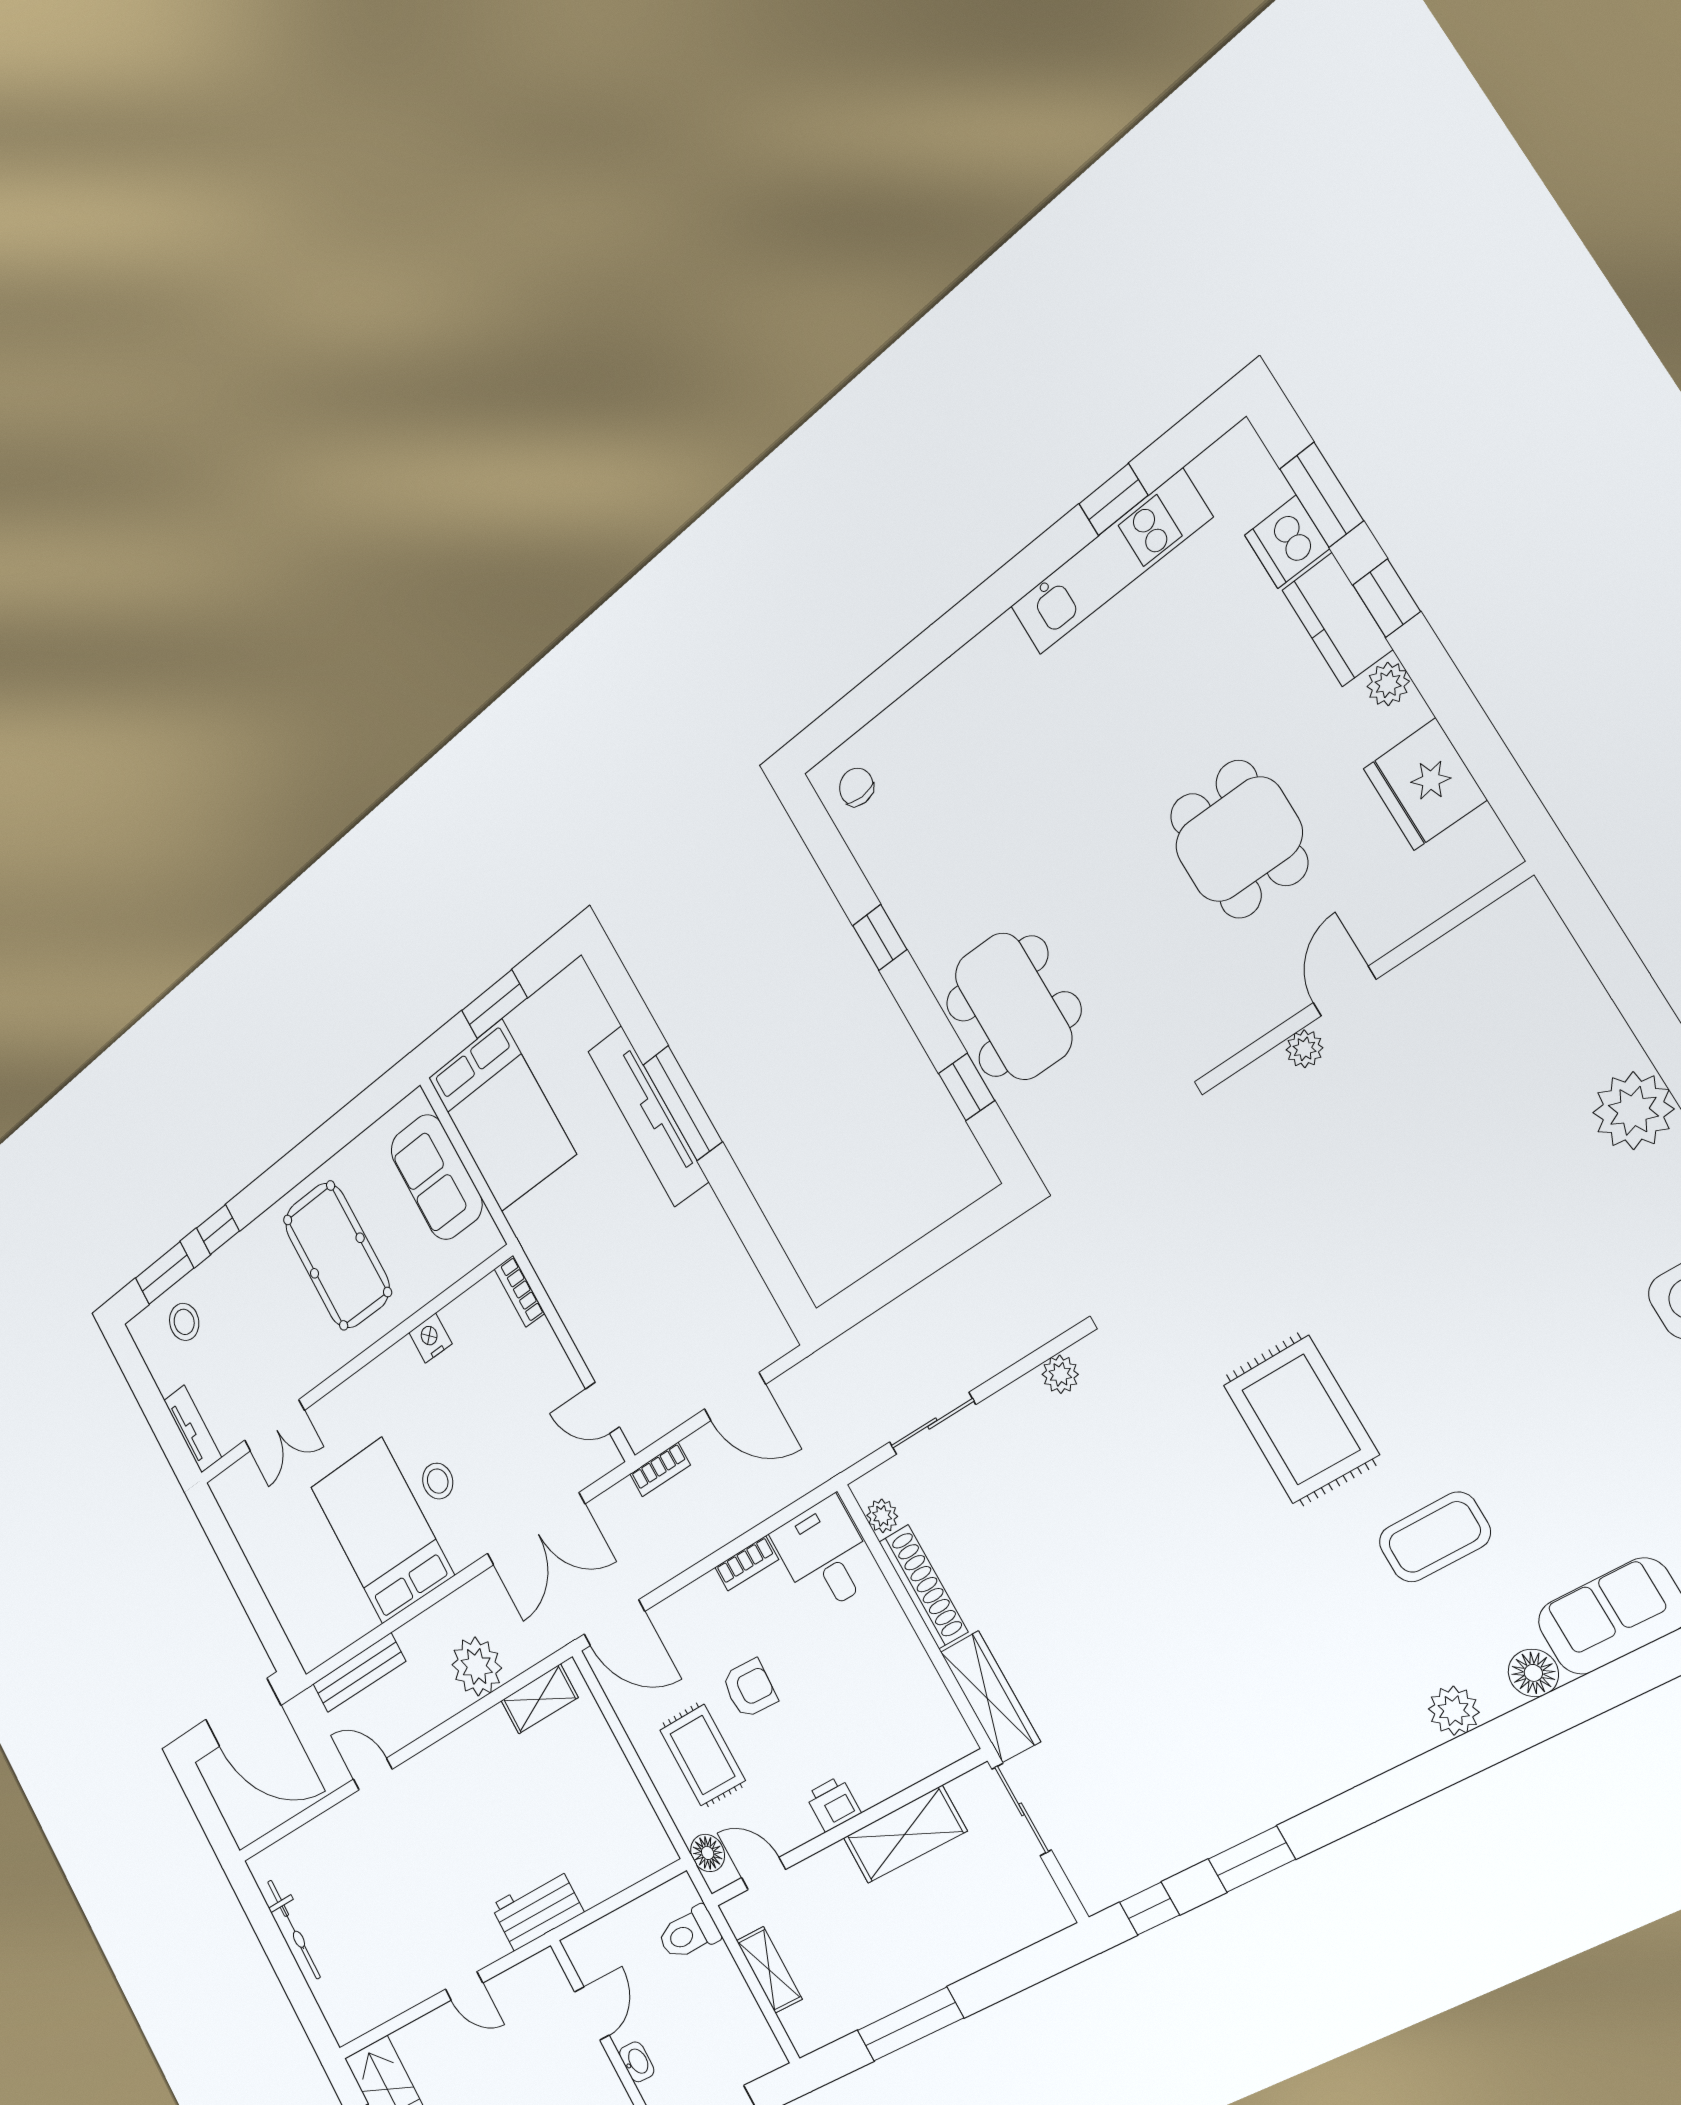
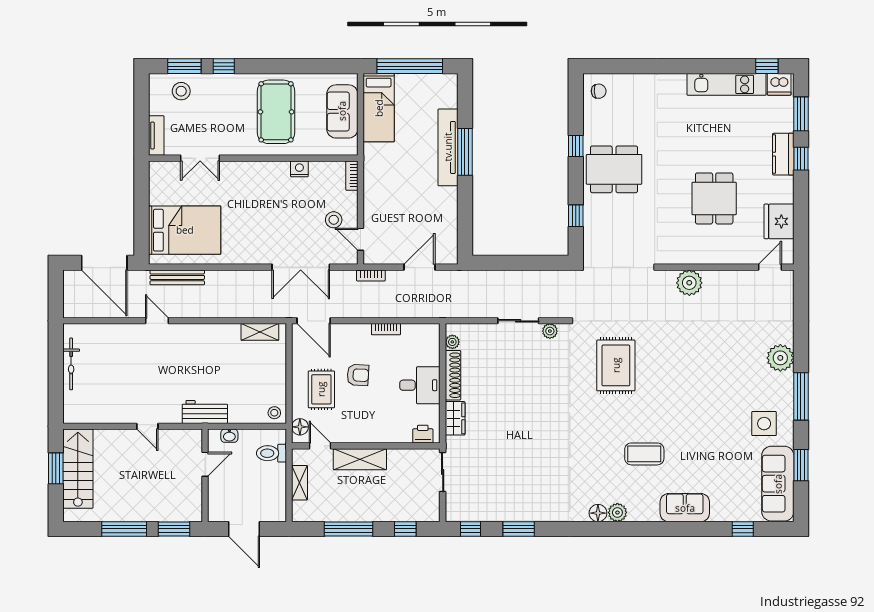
window: (1113, 500) -> (767, 66), moved
dishwasher: (1287, 542) -> (779, 84), moved, turned -90
plant: (1388, 684) -> (786, 184), removed
chair: (856, 787) -> (599, 91), turned 87
door: (1345, 991) -> (770, 267), moved
window: (494, 1004) -> (410, 66), width x2.11
dining table: (1013, 1007) -> (614, 169), moved, turned 90
plant: (1304, 1049) -> (689, 283), width x1.88, depth x1.88
bed: (502, 1116) -> (379, 108), width x0.67
door: (735, 1397) -> (419, 267), swing flipped
rug: (1301, 1420) -> (616, 365), moved
sliding door: (932, 1423) -> (518, 321), moved
stool: (438, 1481) -> (334, 220), moved
bed: (382, 1531) -> (185, 230), moved, turned 90
desk: (825, 1555) -> (420, 385), moved, turned 90
plant: (477, 1666) -> (238, 304), removed
floor lamp: (1533, 1673) -> (598, 513), moved
wardrobe: (990, 1697) -> (455, 418), width x0.67
printer: (833, 1804) -> (423, 434), moved
shelving: (905, 1834) -> (360, 459), moved
stool: (649, 1848) -> (274, 413), added
window: (1018, 1972) -> (405, 529), added
washbasin: (637, 2062) -> (229, 436), moved, turned 90

